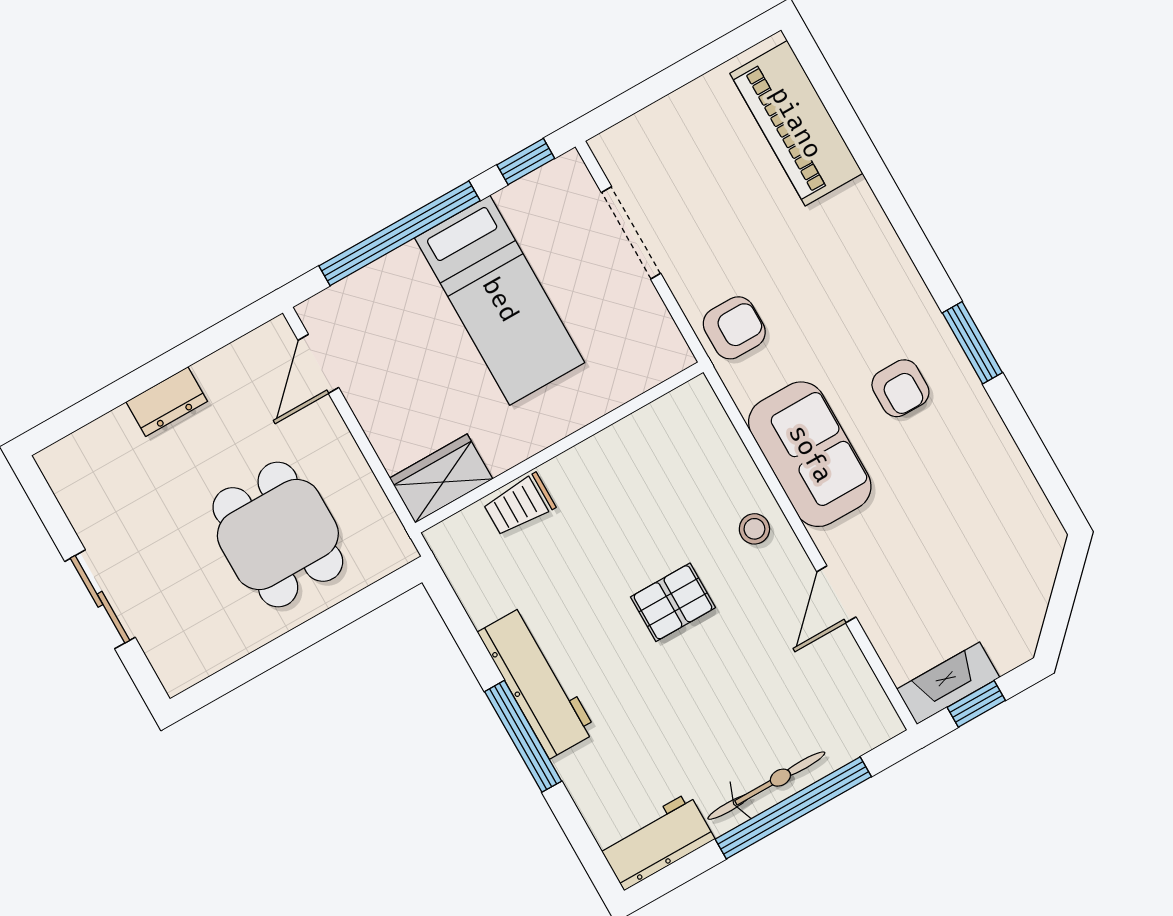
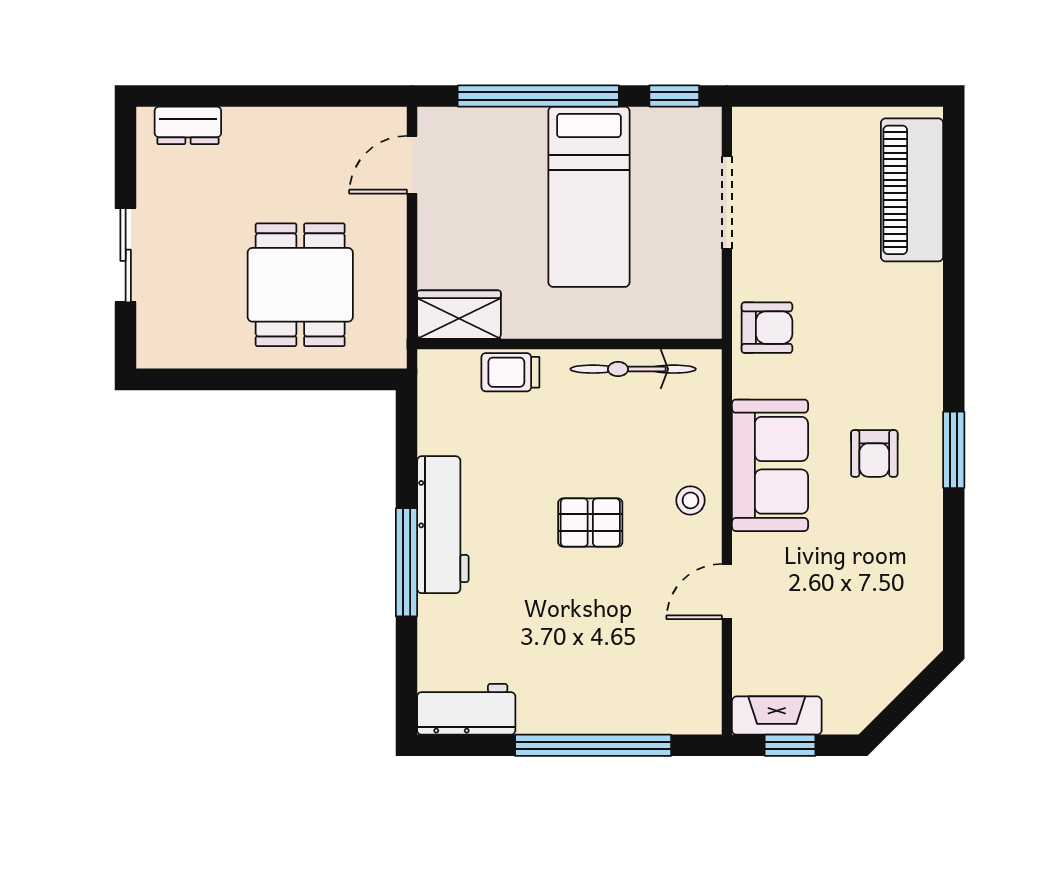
dresser: (167, 402) -> (188, 125), moved
bicycle: (766, 786) -> (633, 369), moved, turned 180

